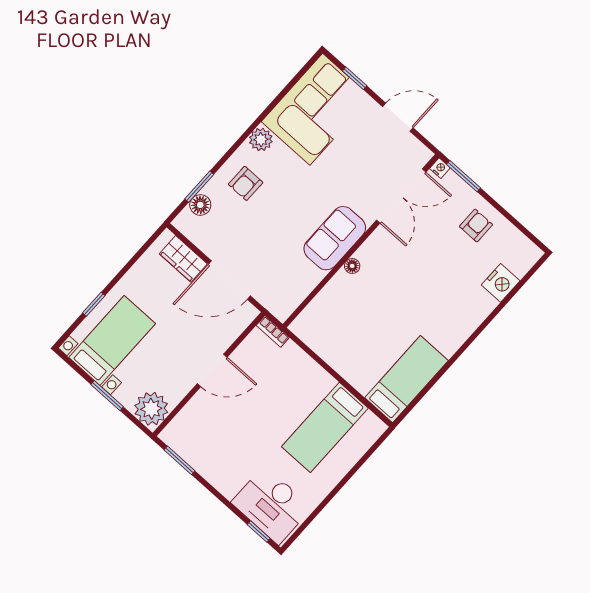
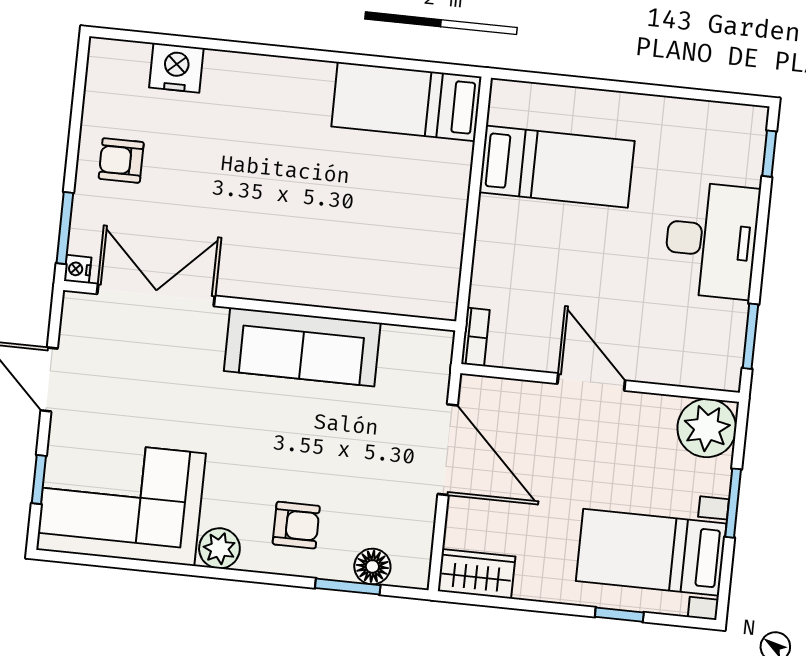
sofa: (335, 238) -> (302, 347), width x1.36
wardrobe: (183, 259) -> (476, 574), moved, turned -90
floor lamp: (352, 266) -> (303, 292), removed
desk: (271, 505) -> (711, 240), moved

